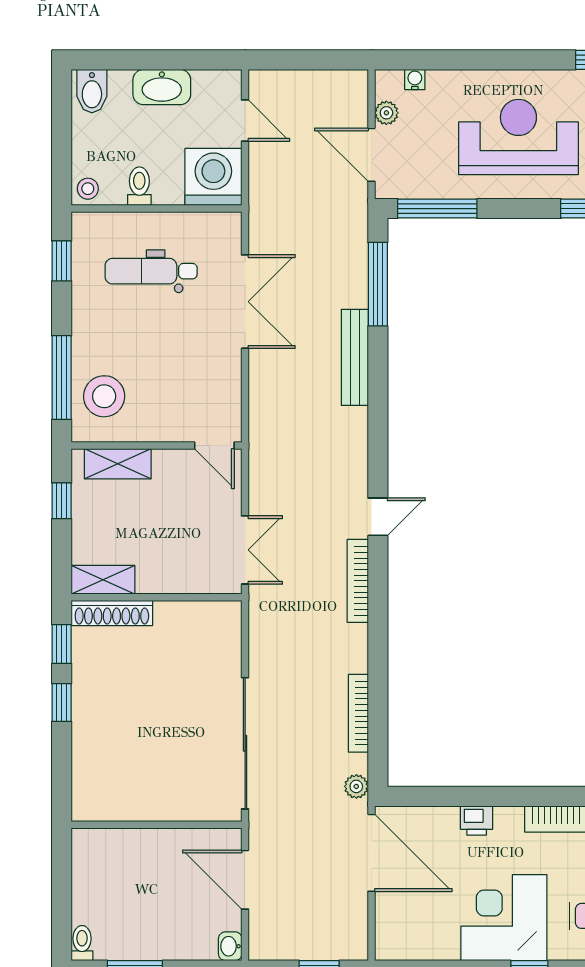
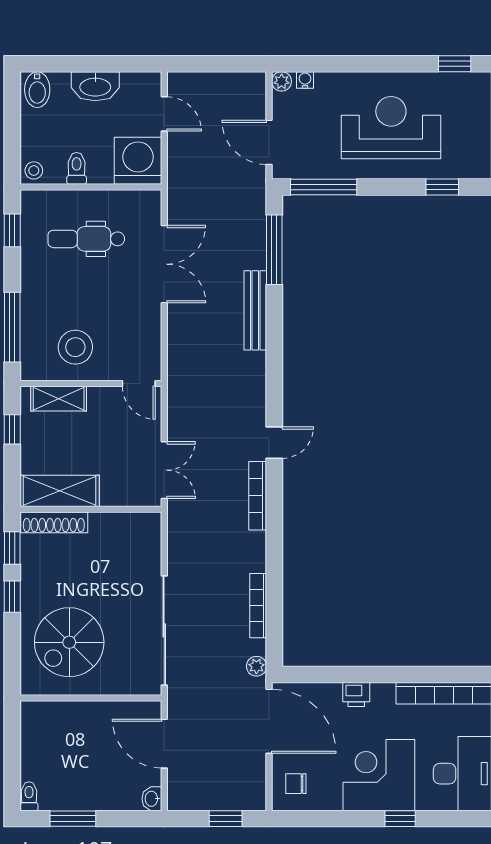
plant: (386, 113) -> (282, 81), moved
stool: (104, 396) -> (75, 347), moved
shelving: (103, 580) -> (60, 491), width x1.50, depth x1.33
spiral stairs: (130, 757) -> (69, 642), added
chair: (404, 928) -> (296, 784), added

